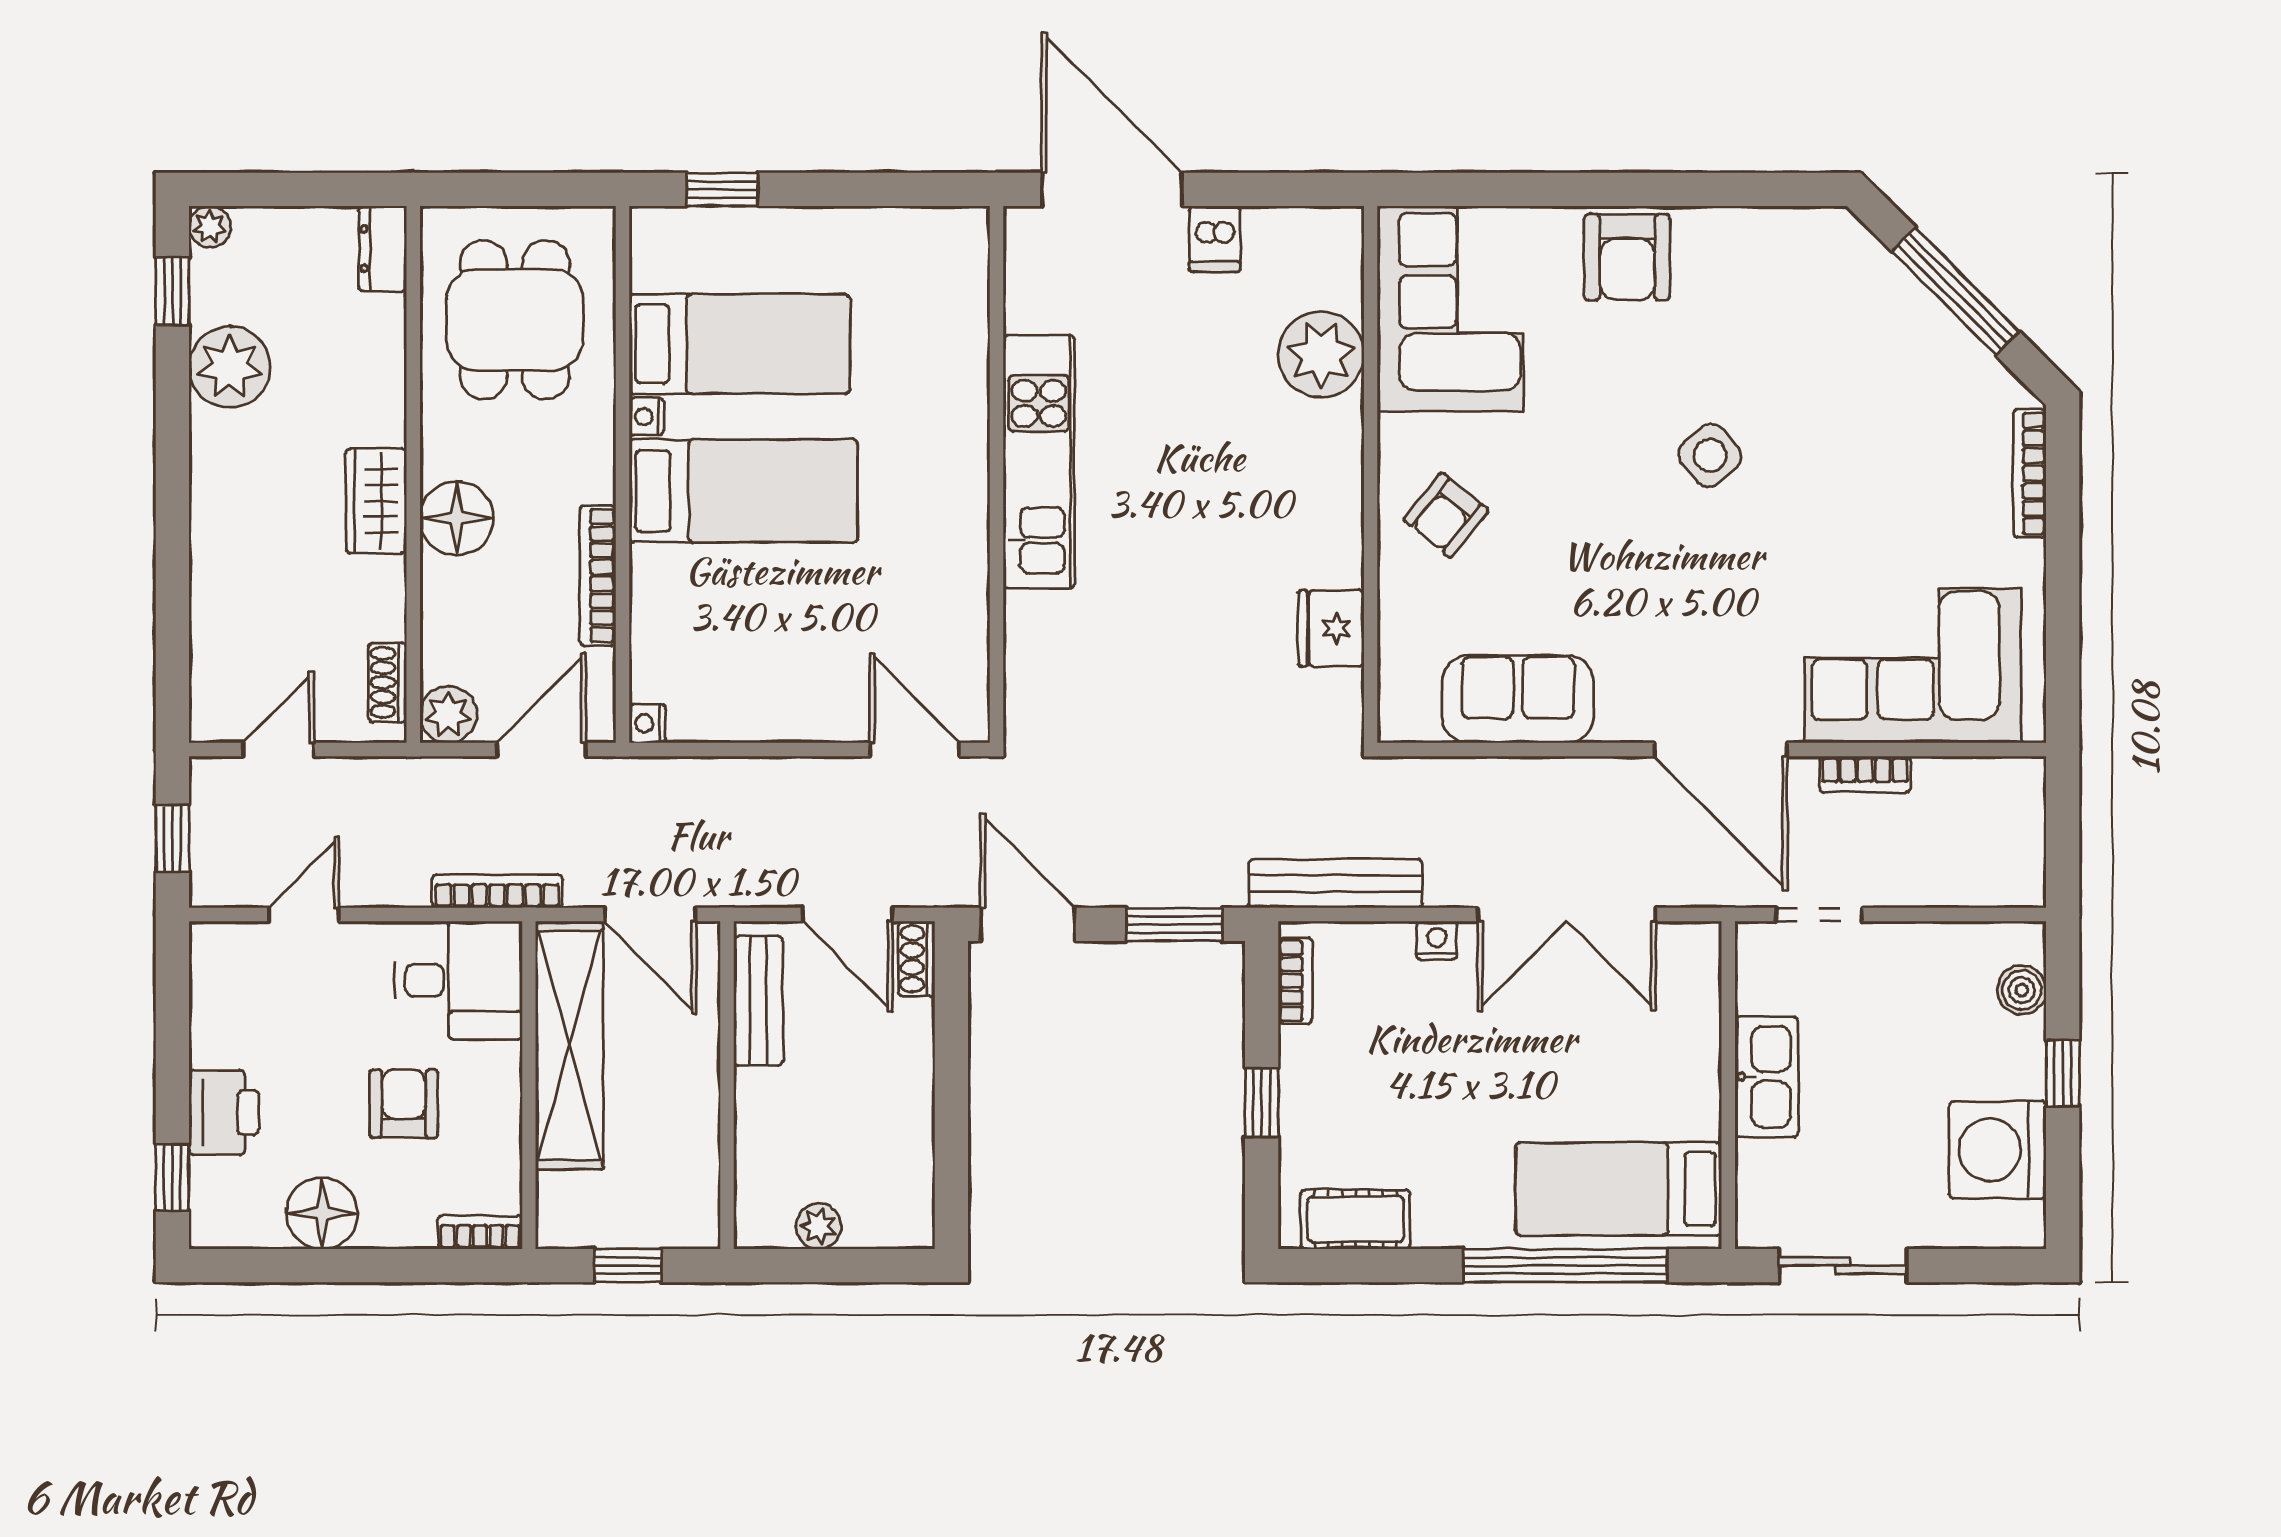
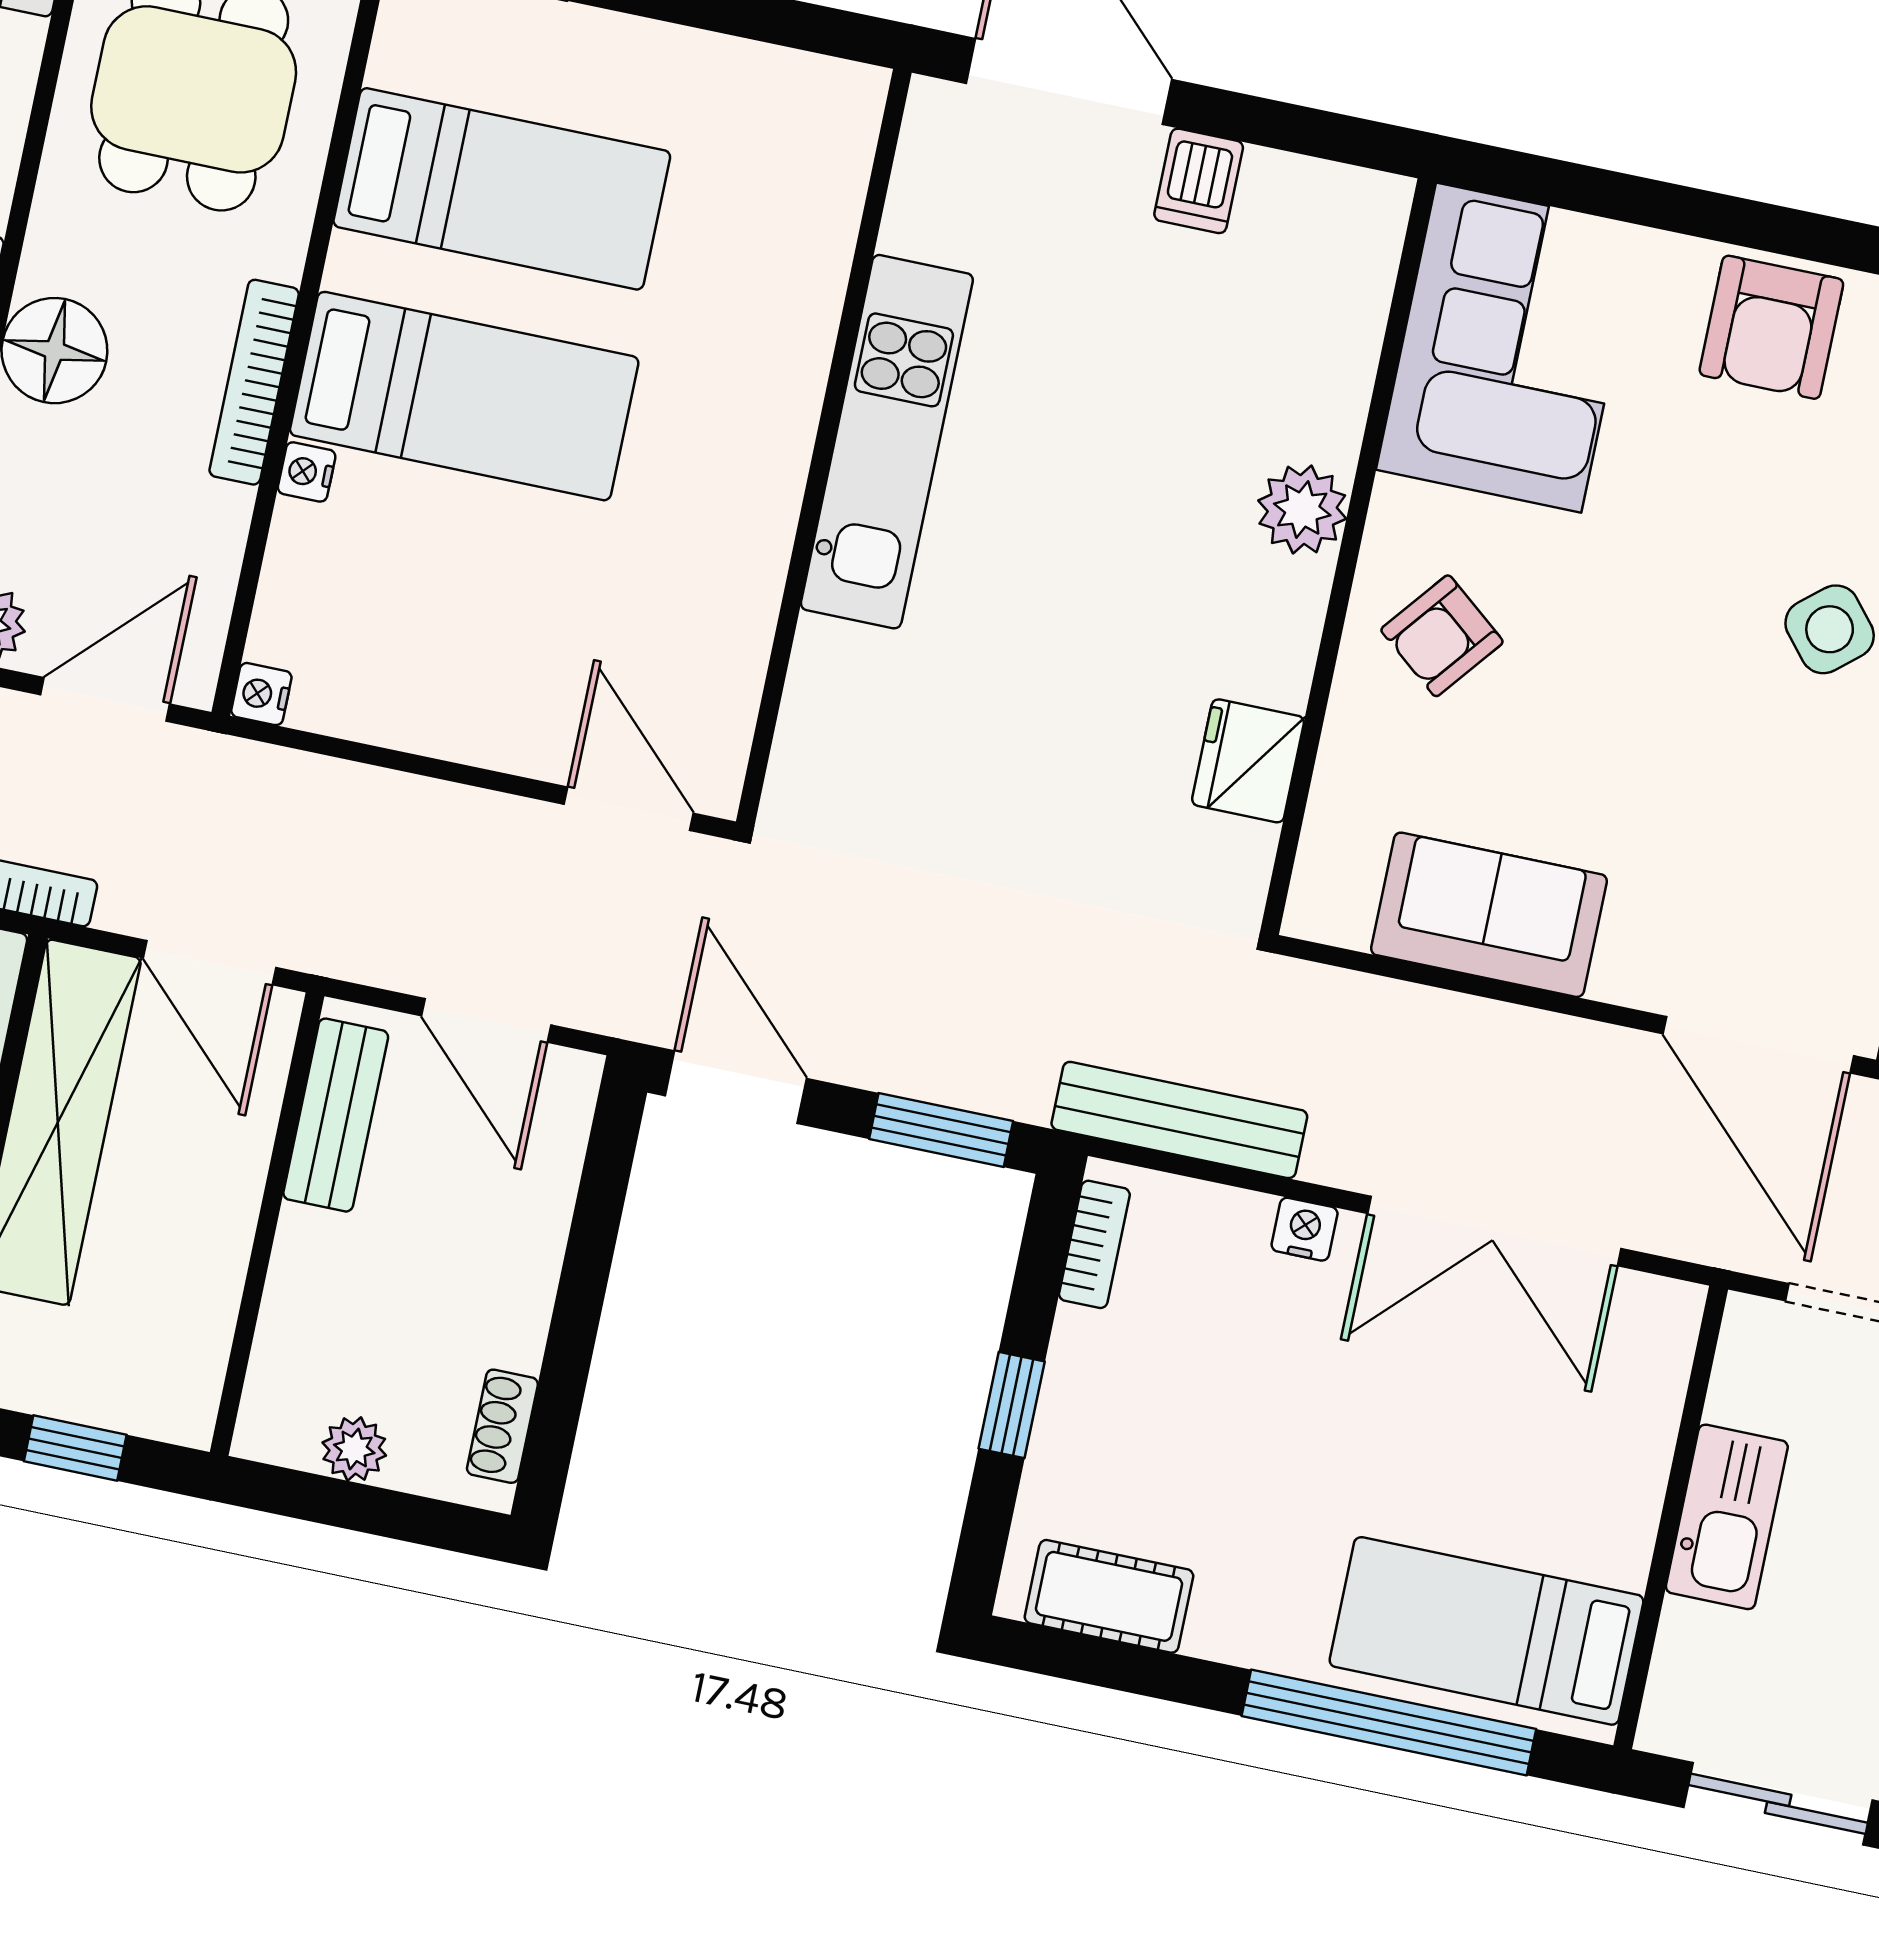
plant: (1321, 355) -> (1302, 510), moved, width x0.73, depth x0.73
nightstand: (646, 417) -> (307, 472), moved
bookcase: (598, 576) -> (254, 382), moved
shoe rack: (917, 959) -> (502, 1426), moved

